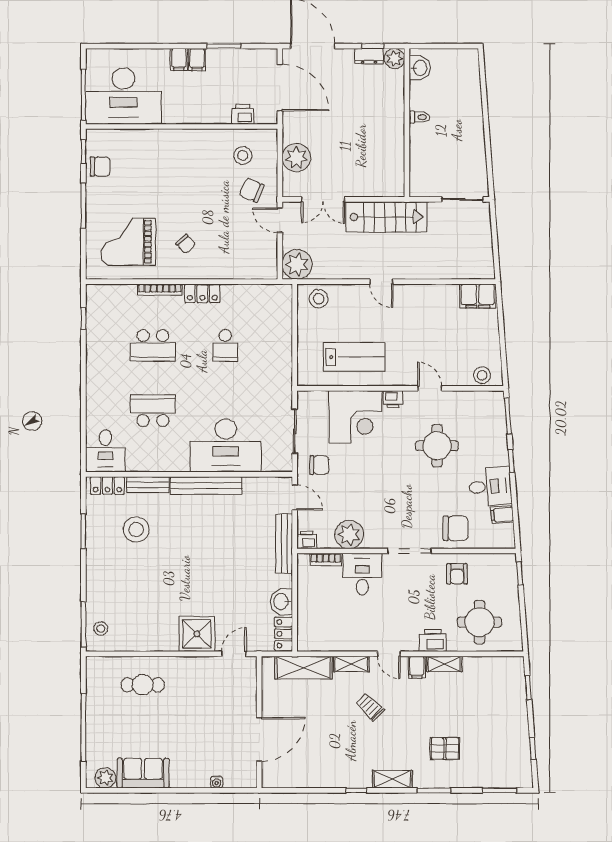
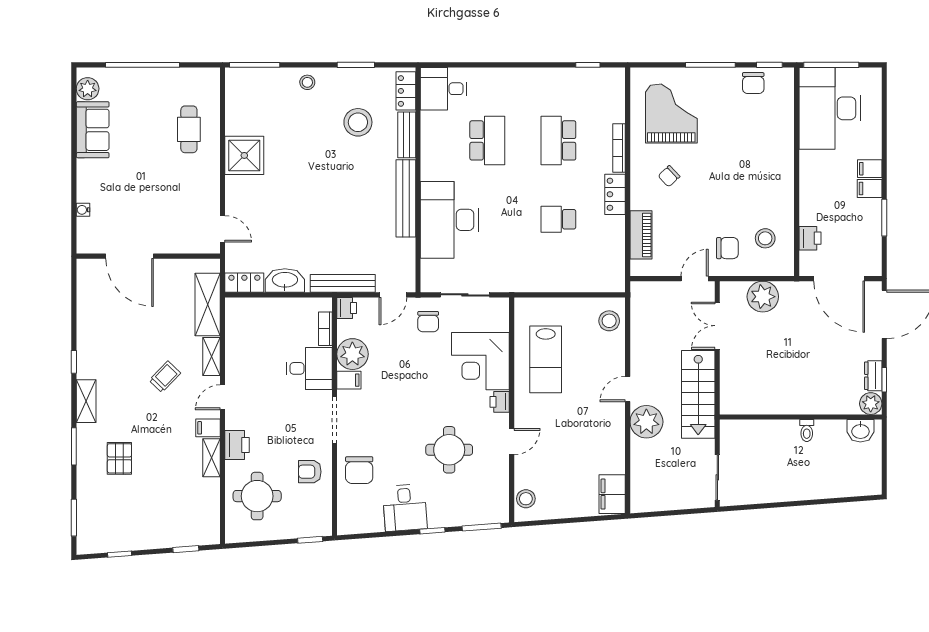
door: (280, 87) -> (839, 279), hinge flipped
chair: (252, 190) -> (727, 248), turned 66
plant: (297, 264) -> (646, 422), moved
piano: (240, 269) -> (641, 235), added
filing cabinet: (502, 515) -> (349, 380), moved, turned 94
washbasin: (281, 602) -> (285, 280), width x1.38
stool: (101, 629) -> (307, 82), moved
shower: (197, 634) -> (244, 155), moved

